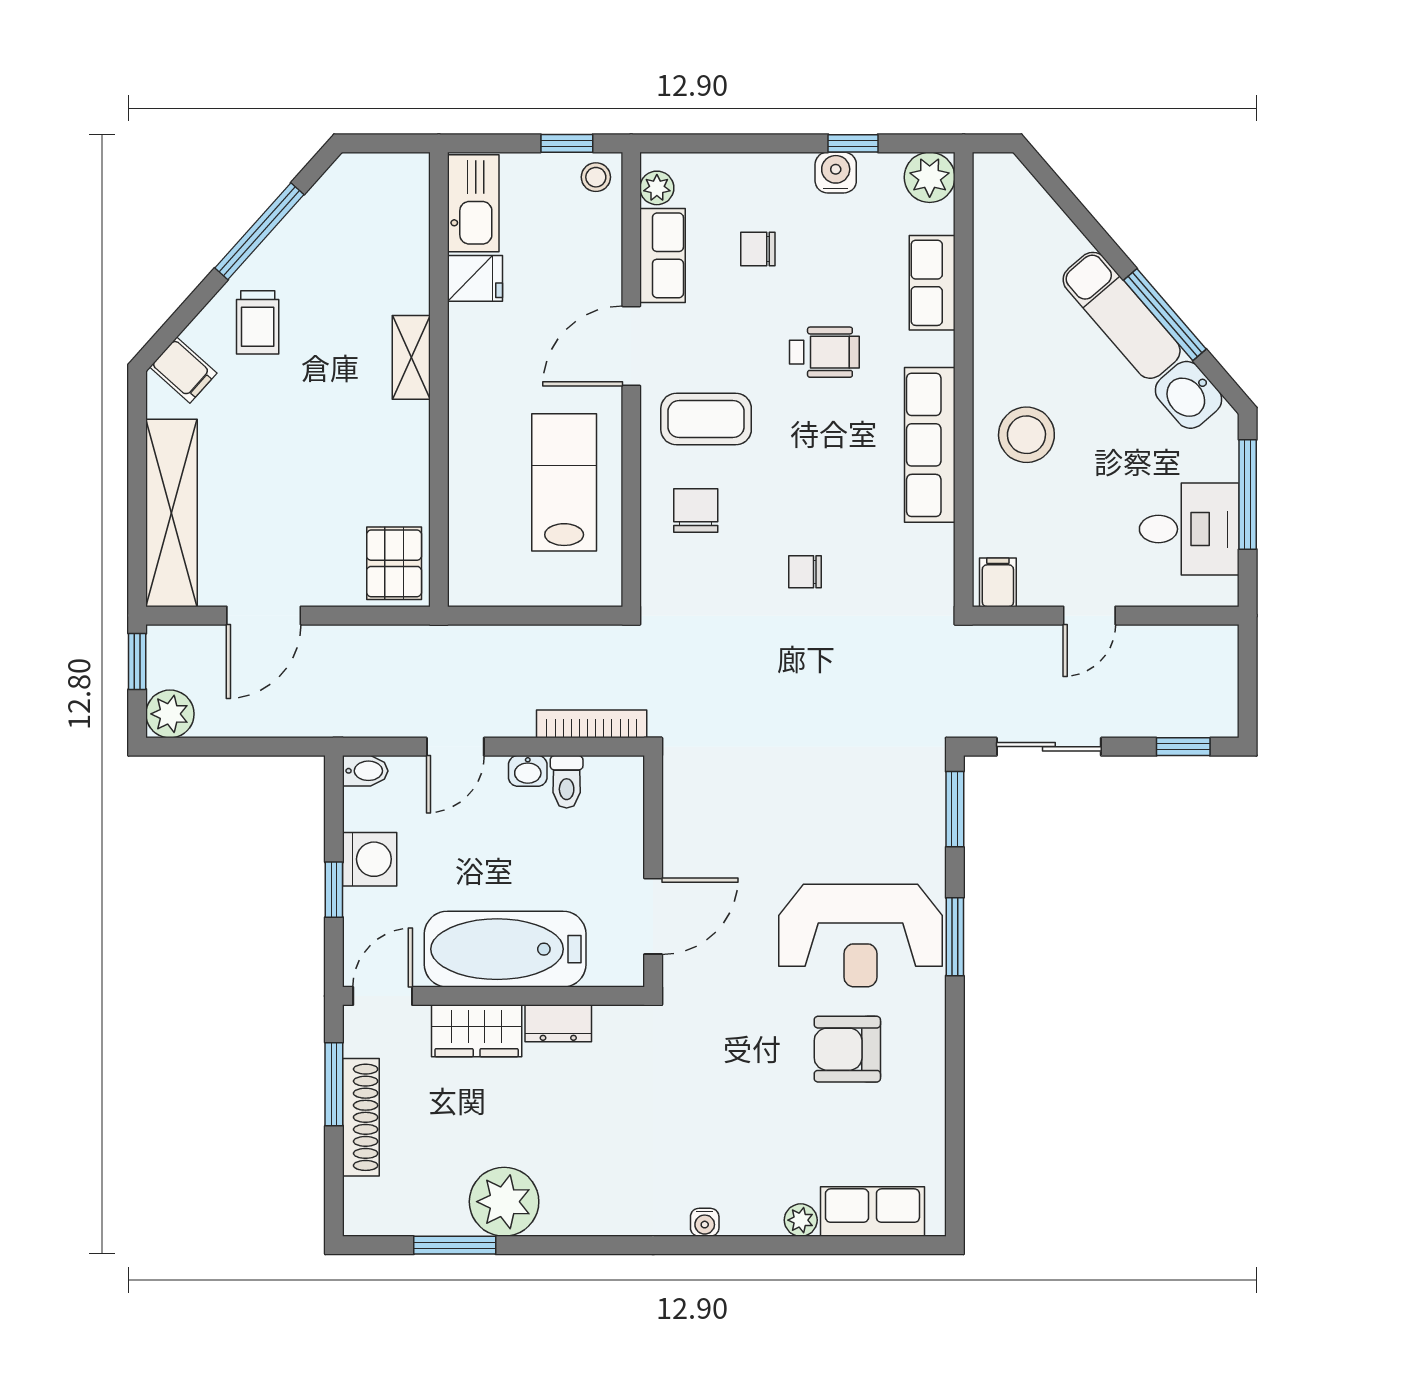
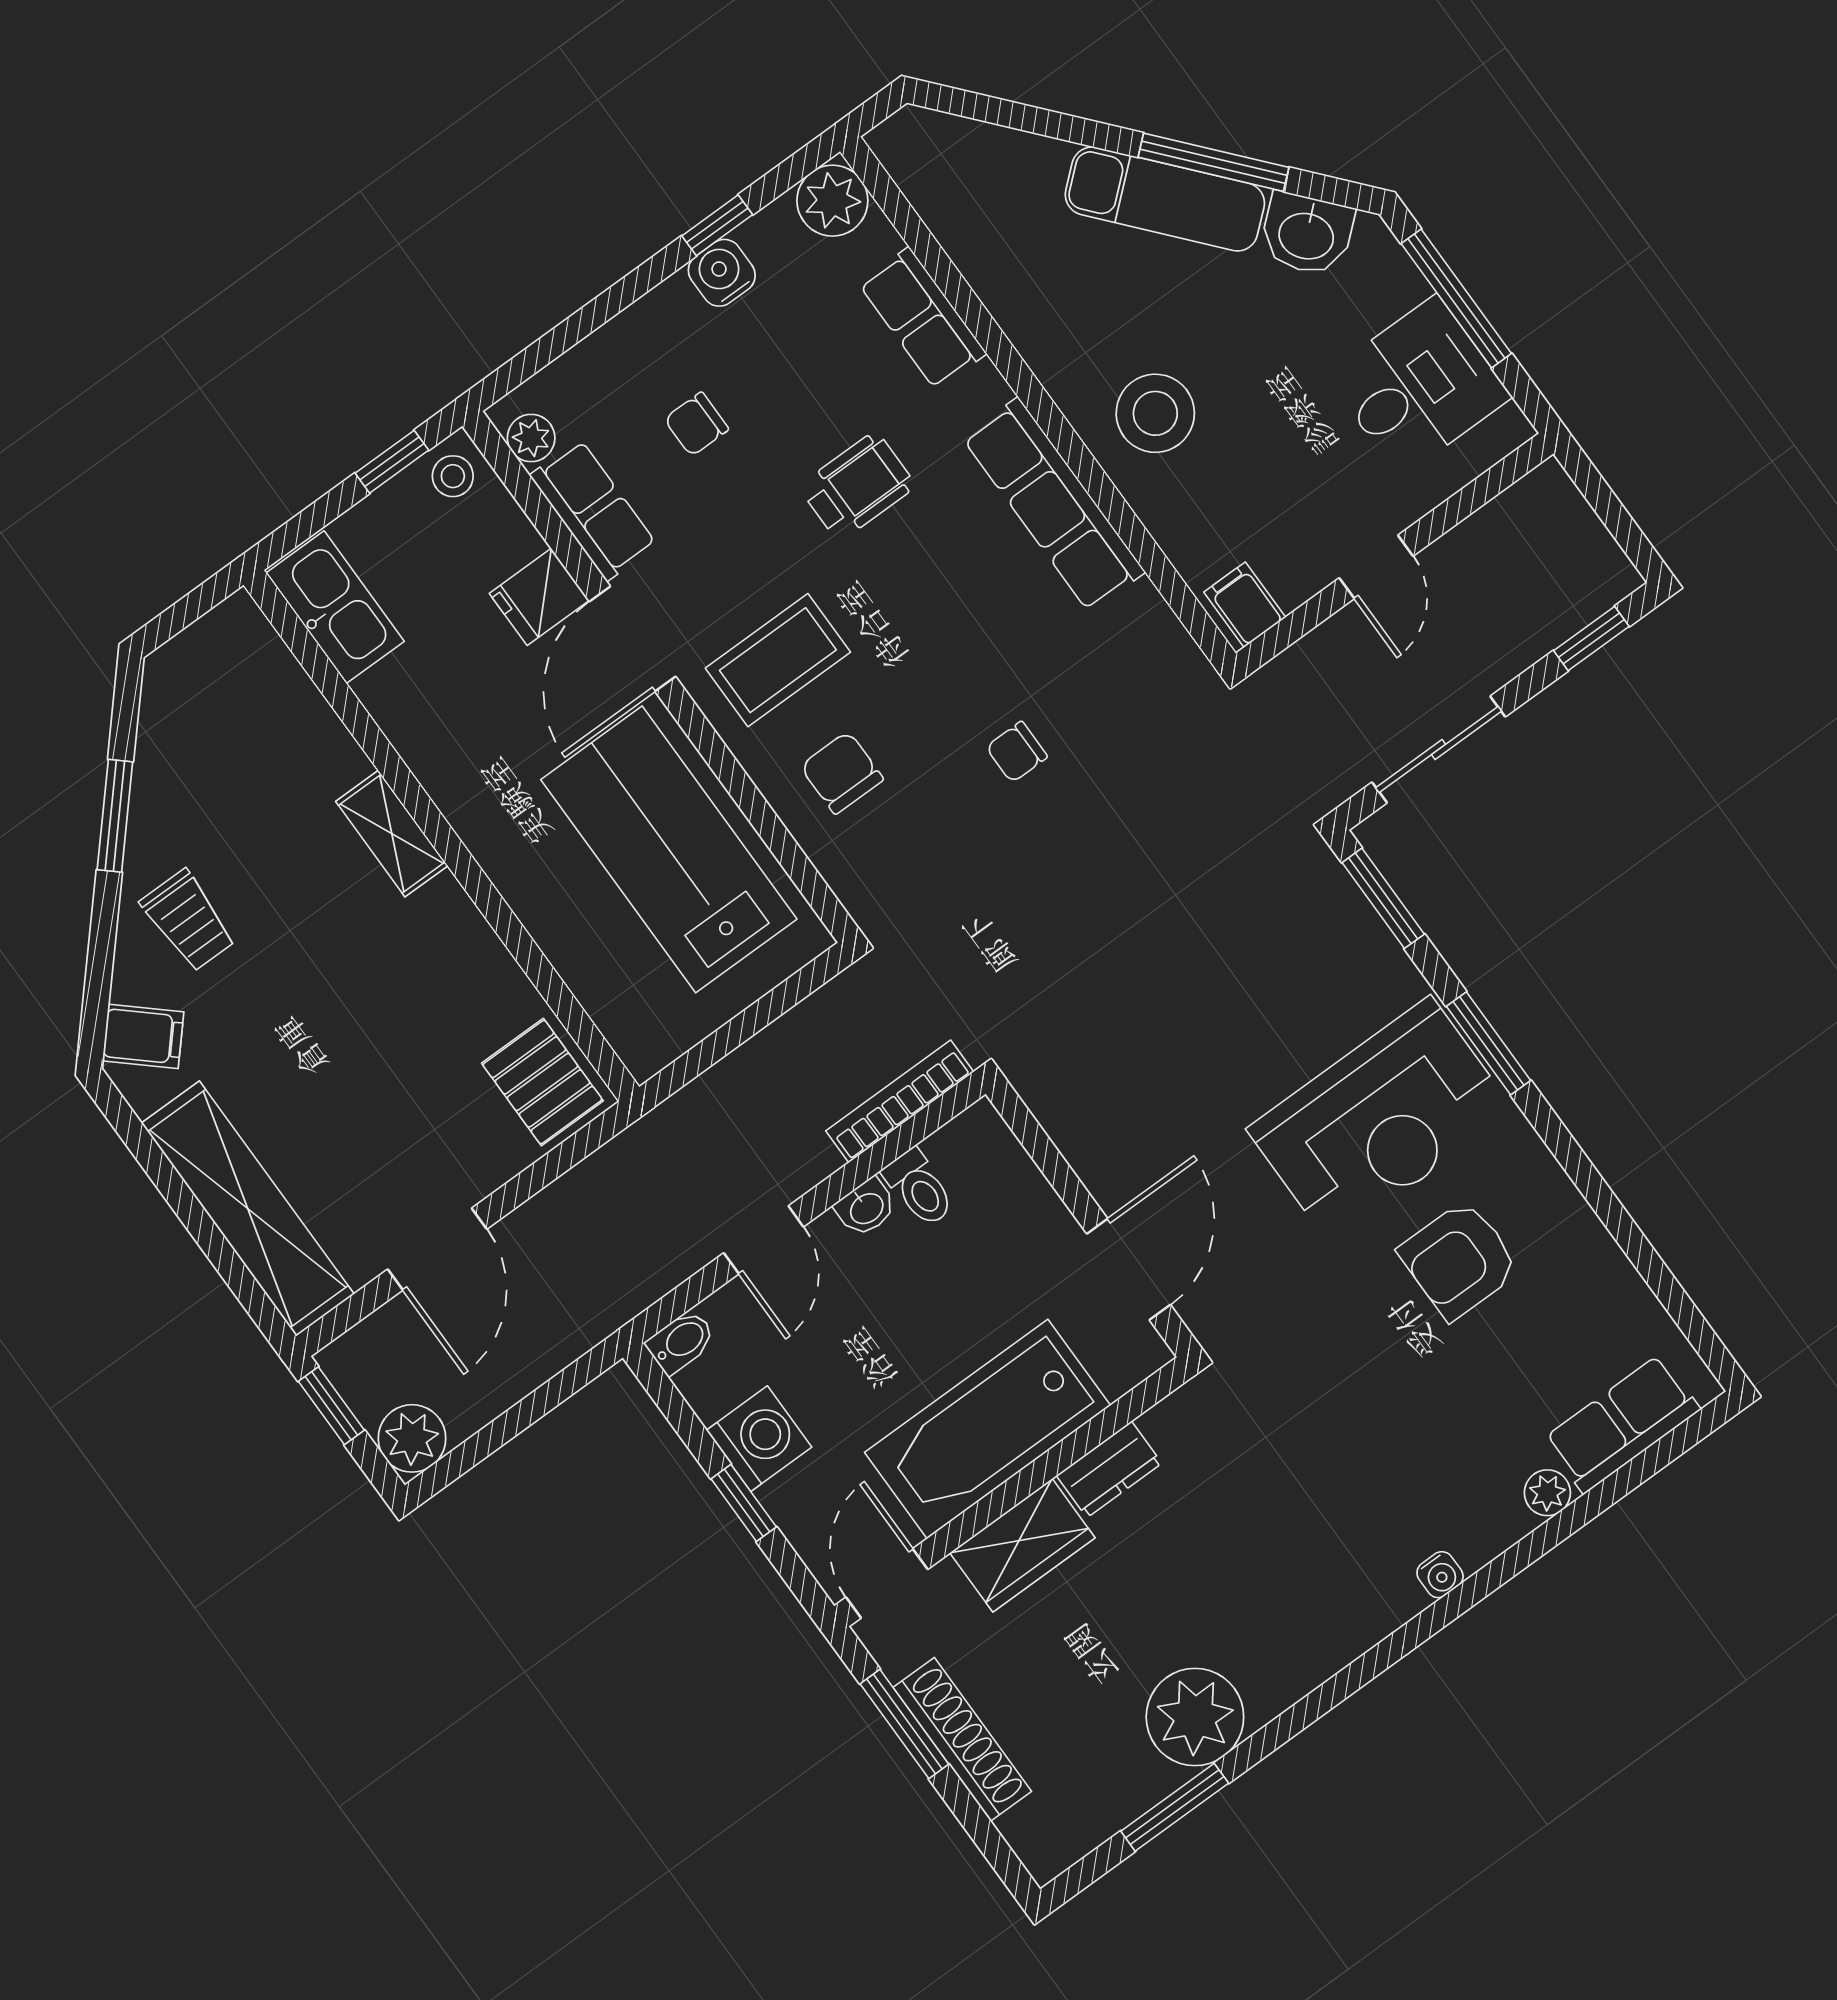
window: (259, 231) -> (115, 816), width x0.69
fridge: (475, 278) -> (539, 597), moved, turned 180
lab bench: (564, 482) -> (669, 849), width x1.36, depth x1.39

